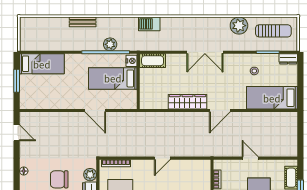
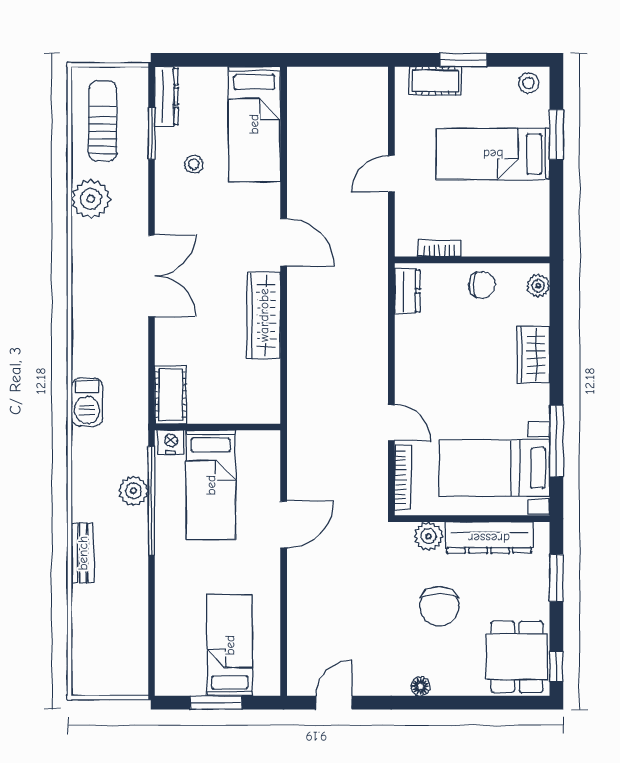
dresser: (288, 59) -> (166, 96), width x1.44
bed: (42, 64) -> (230, 645), moved
door: (162, 158) -> (391, 423), moved
dresser: (198, 165) -> (407, 291), added

